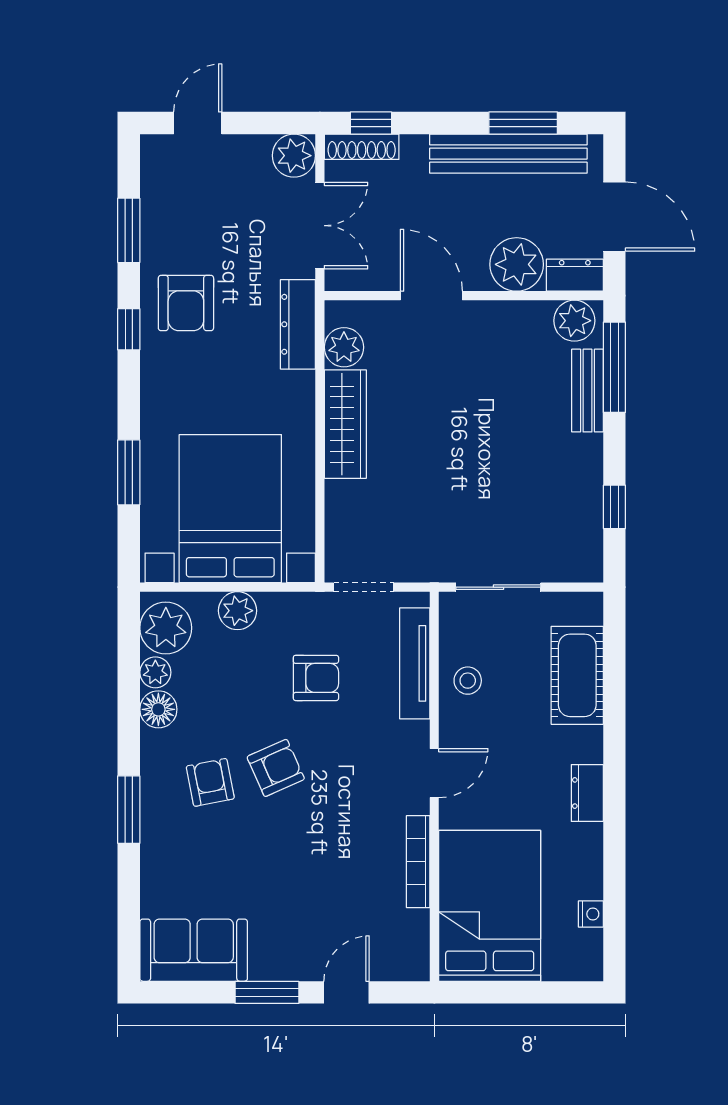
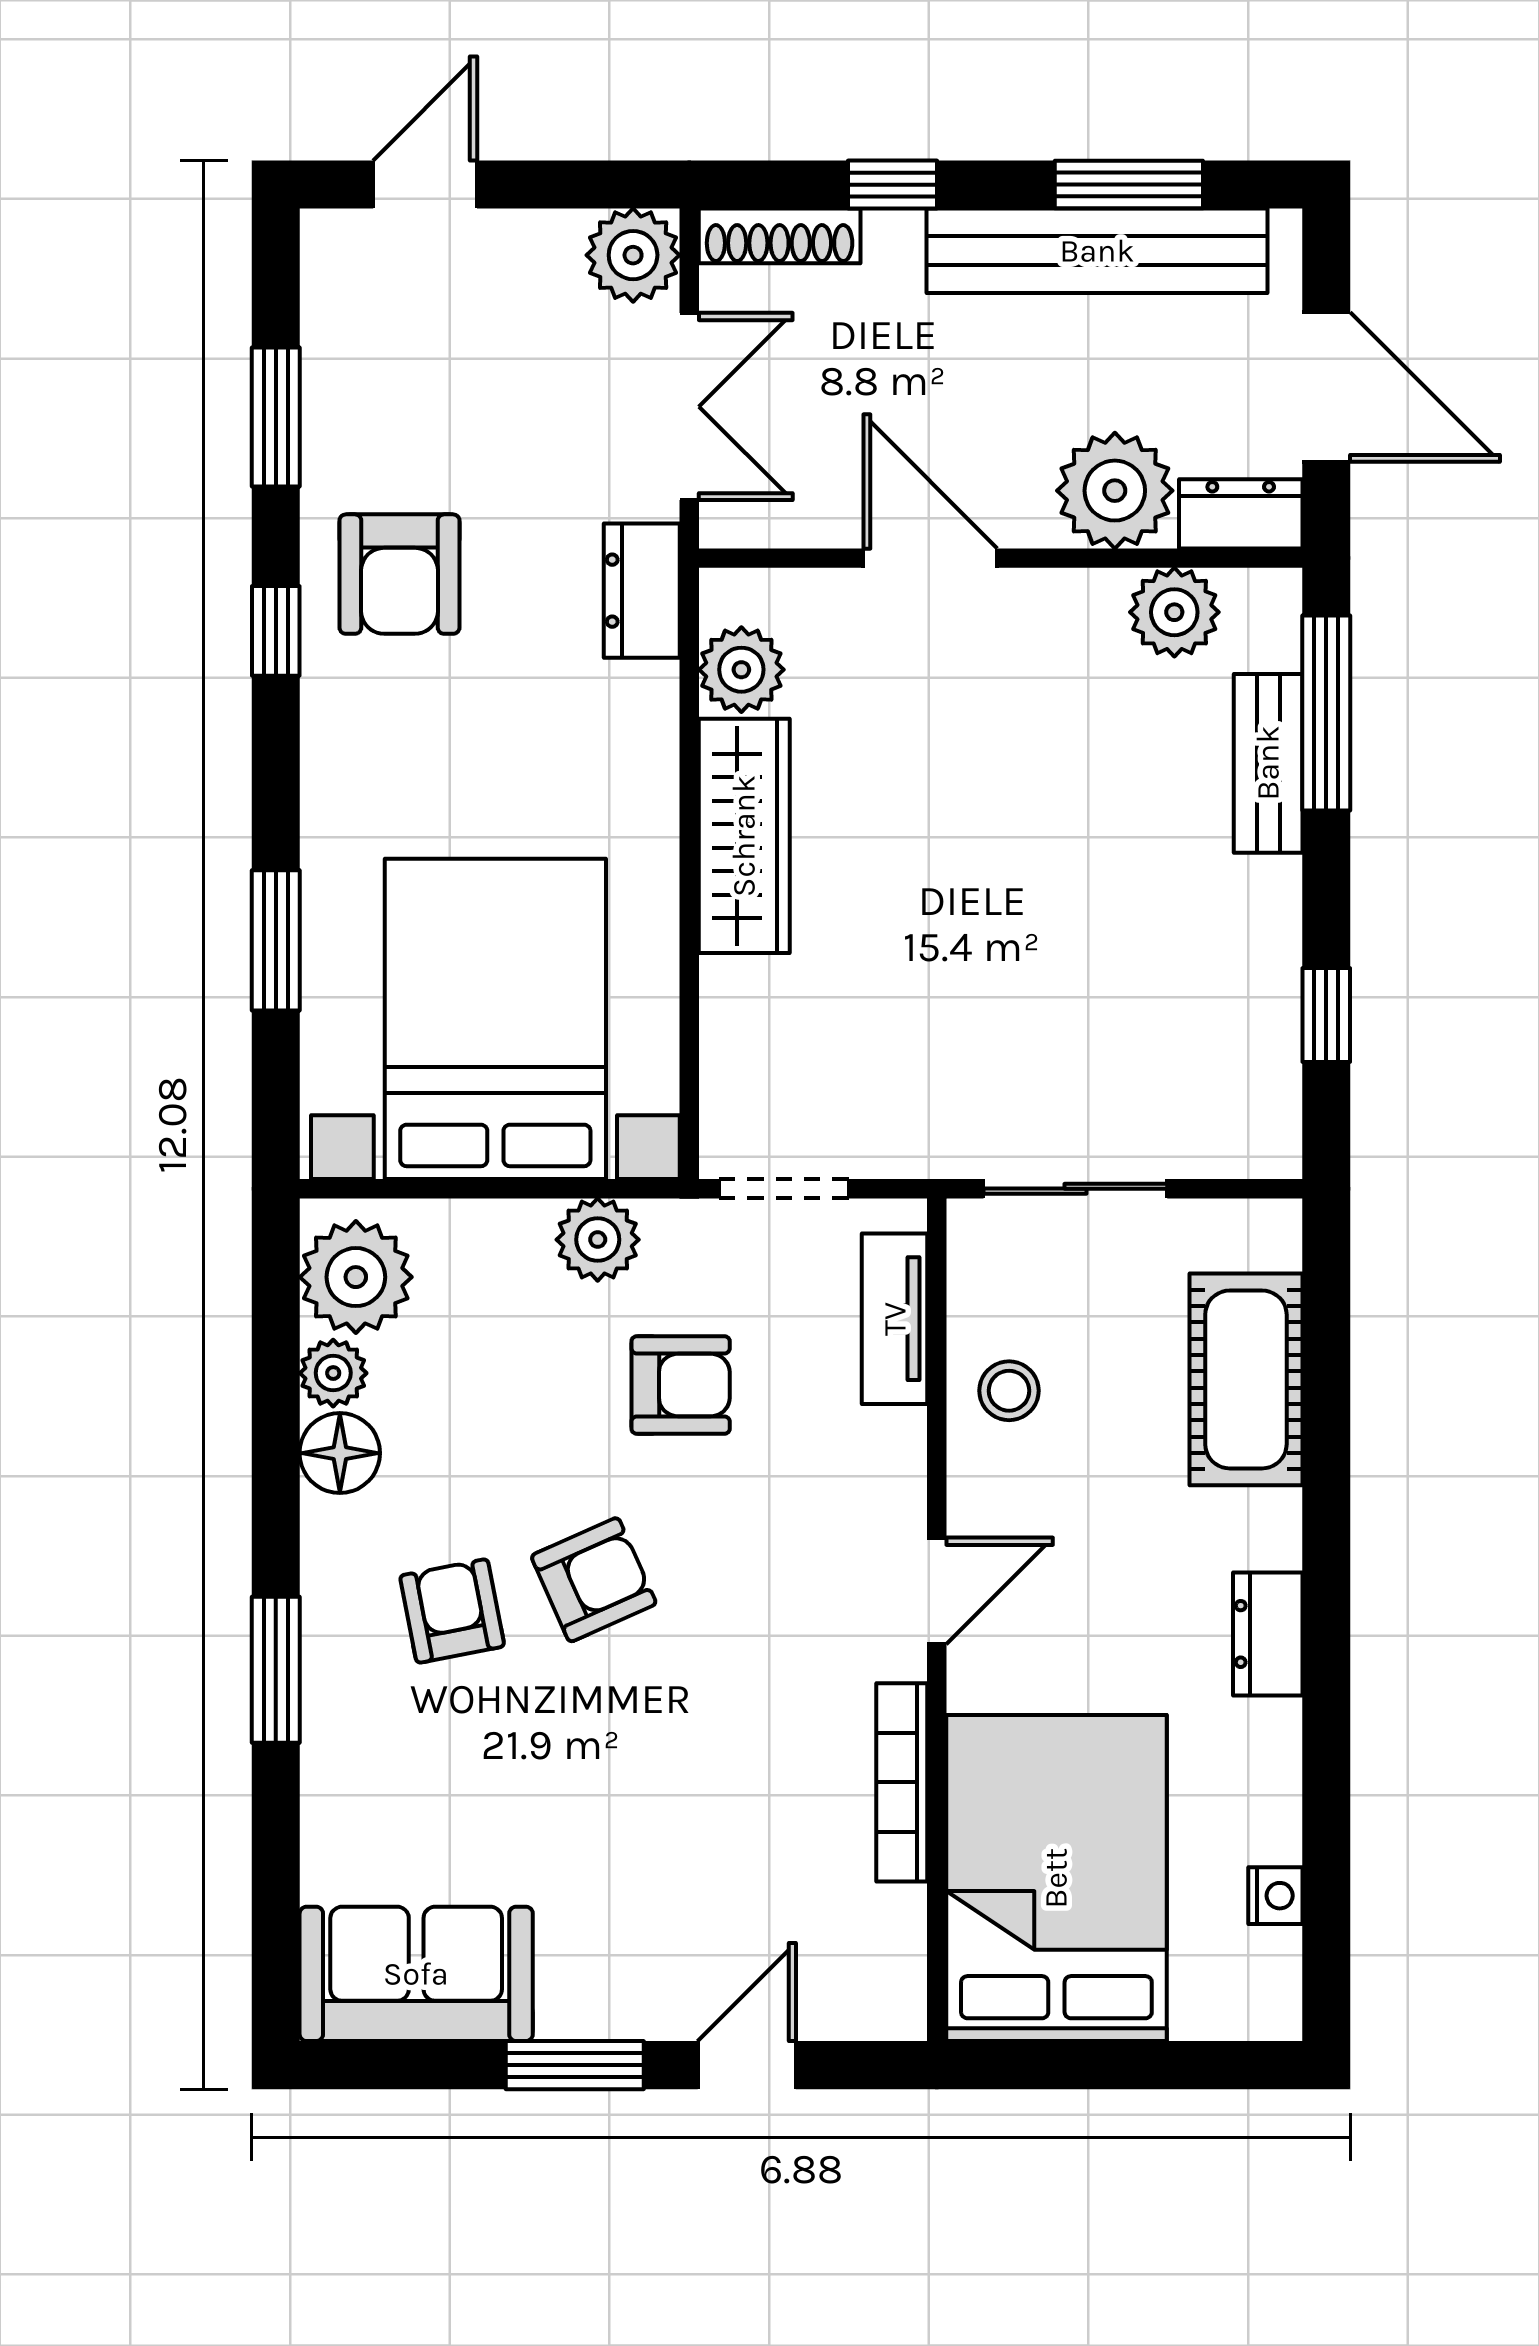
window: (371, 123) -> (892, 185), moved
plant: (574, 321) -> (1174, 612), moved
dresser: (298, 324) -> (642, 591), width x0.70
plant: (238, 611) -> (598, 1240), moved
tv unit: (415, 663) -> (895, 1319), width x0.71

